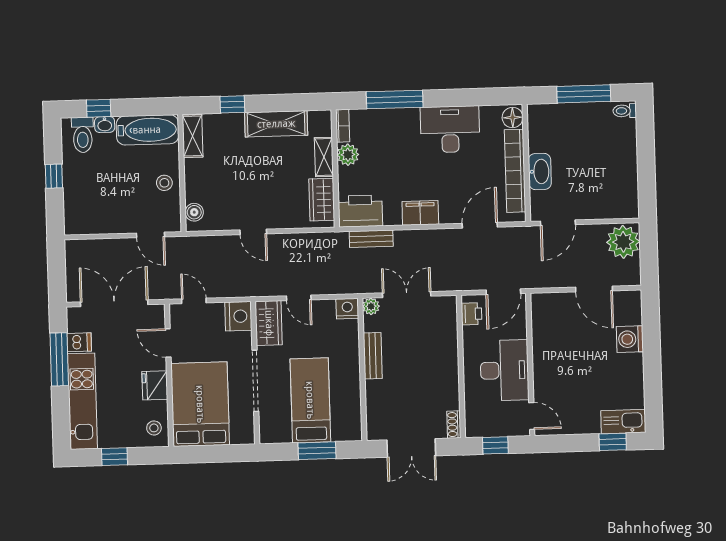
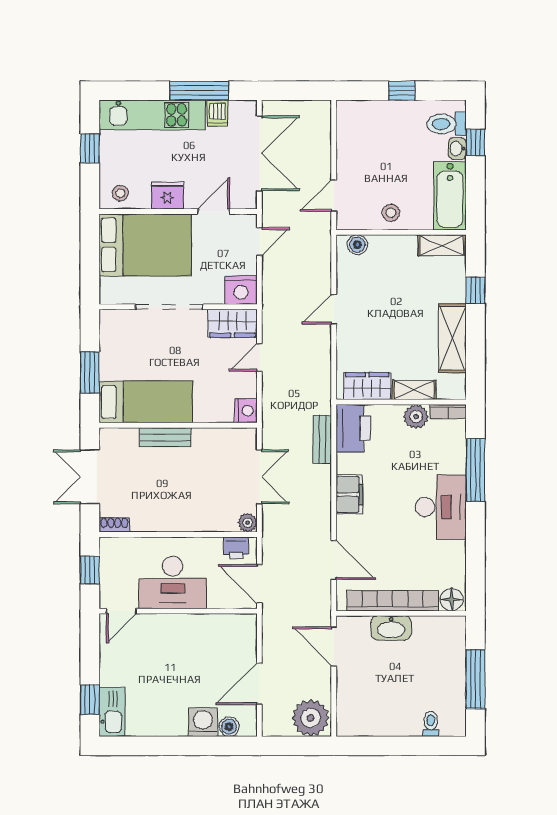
toilet: (625, 111) -> (431, 724), moved
desk: (450, 129) -> (441, 507), moved
plant: (371, 306) -> (248, 523), moved
boiler: (633, 315) -> (229, 727), added
bench: (373, 356) -> (165, 437), moved
bed: (310, 400) -> (146, 402), moved

